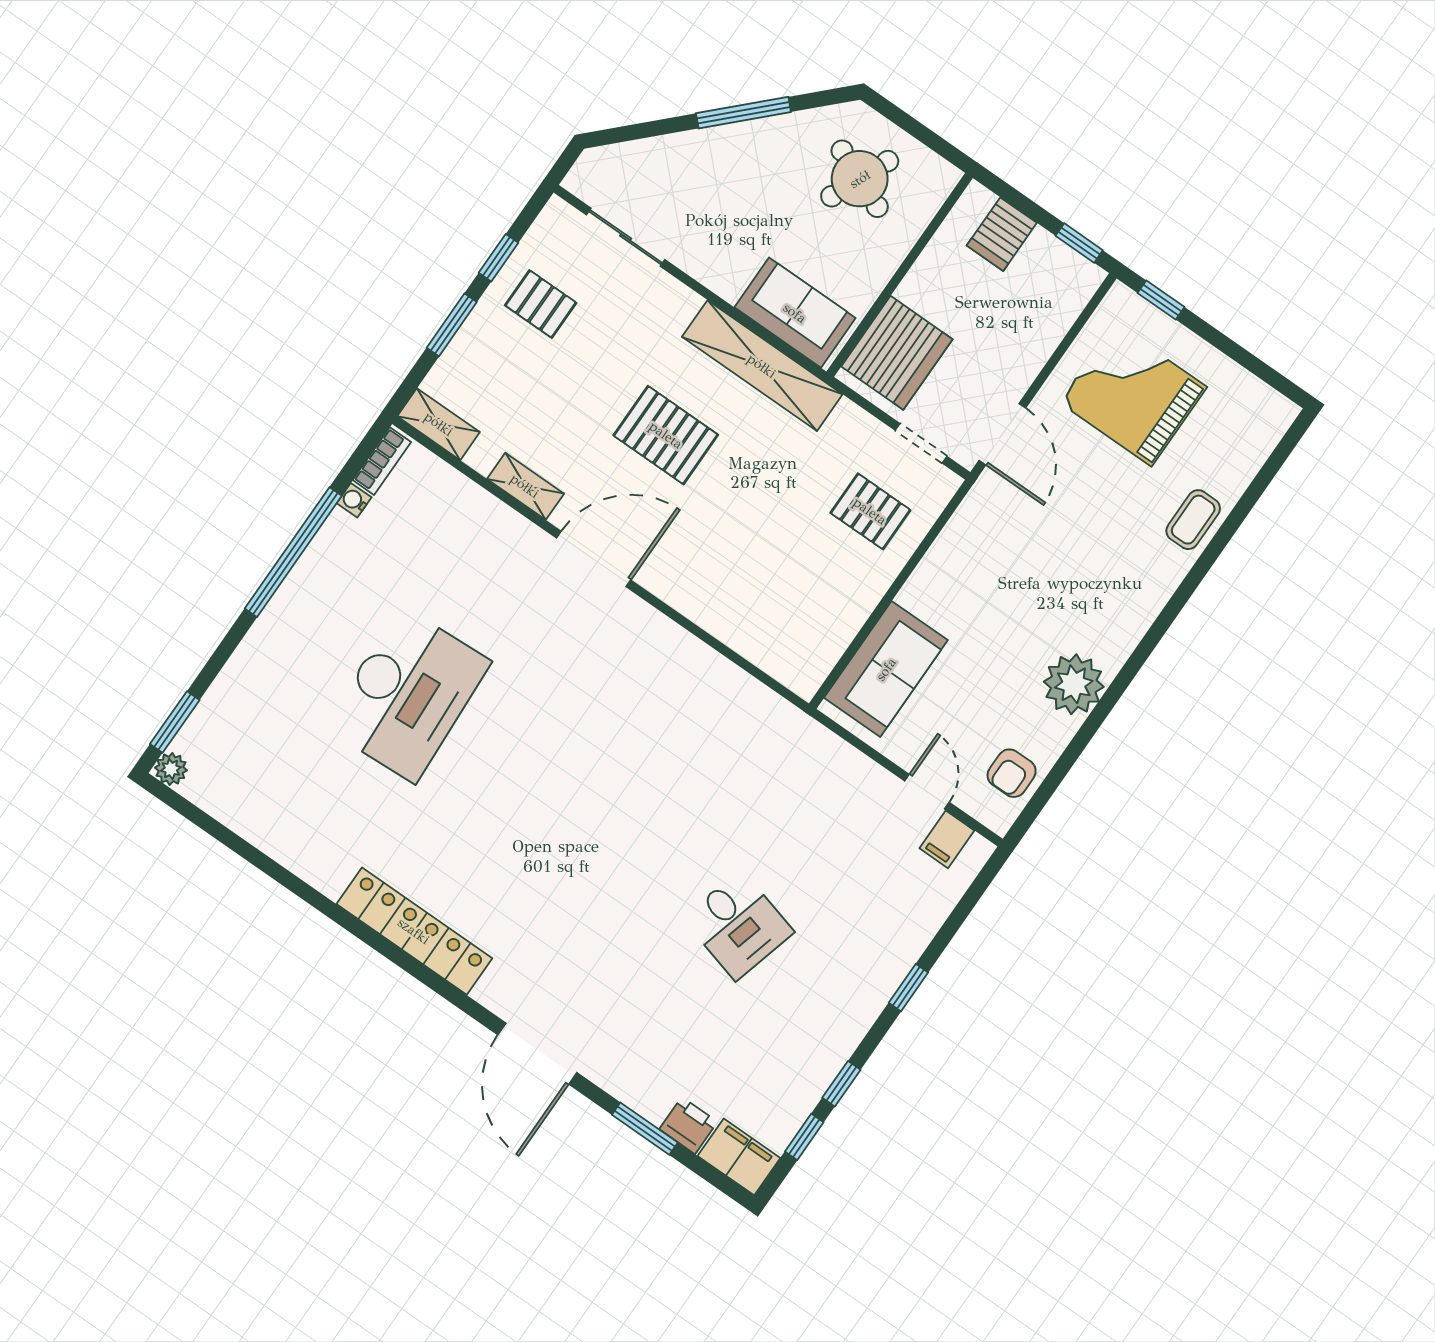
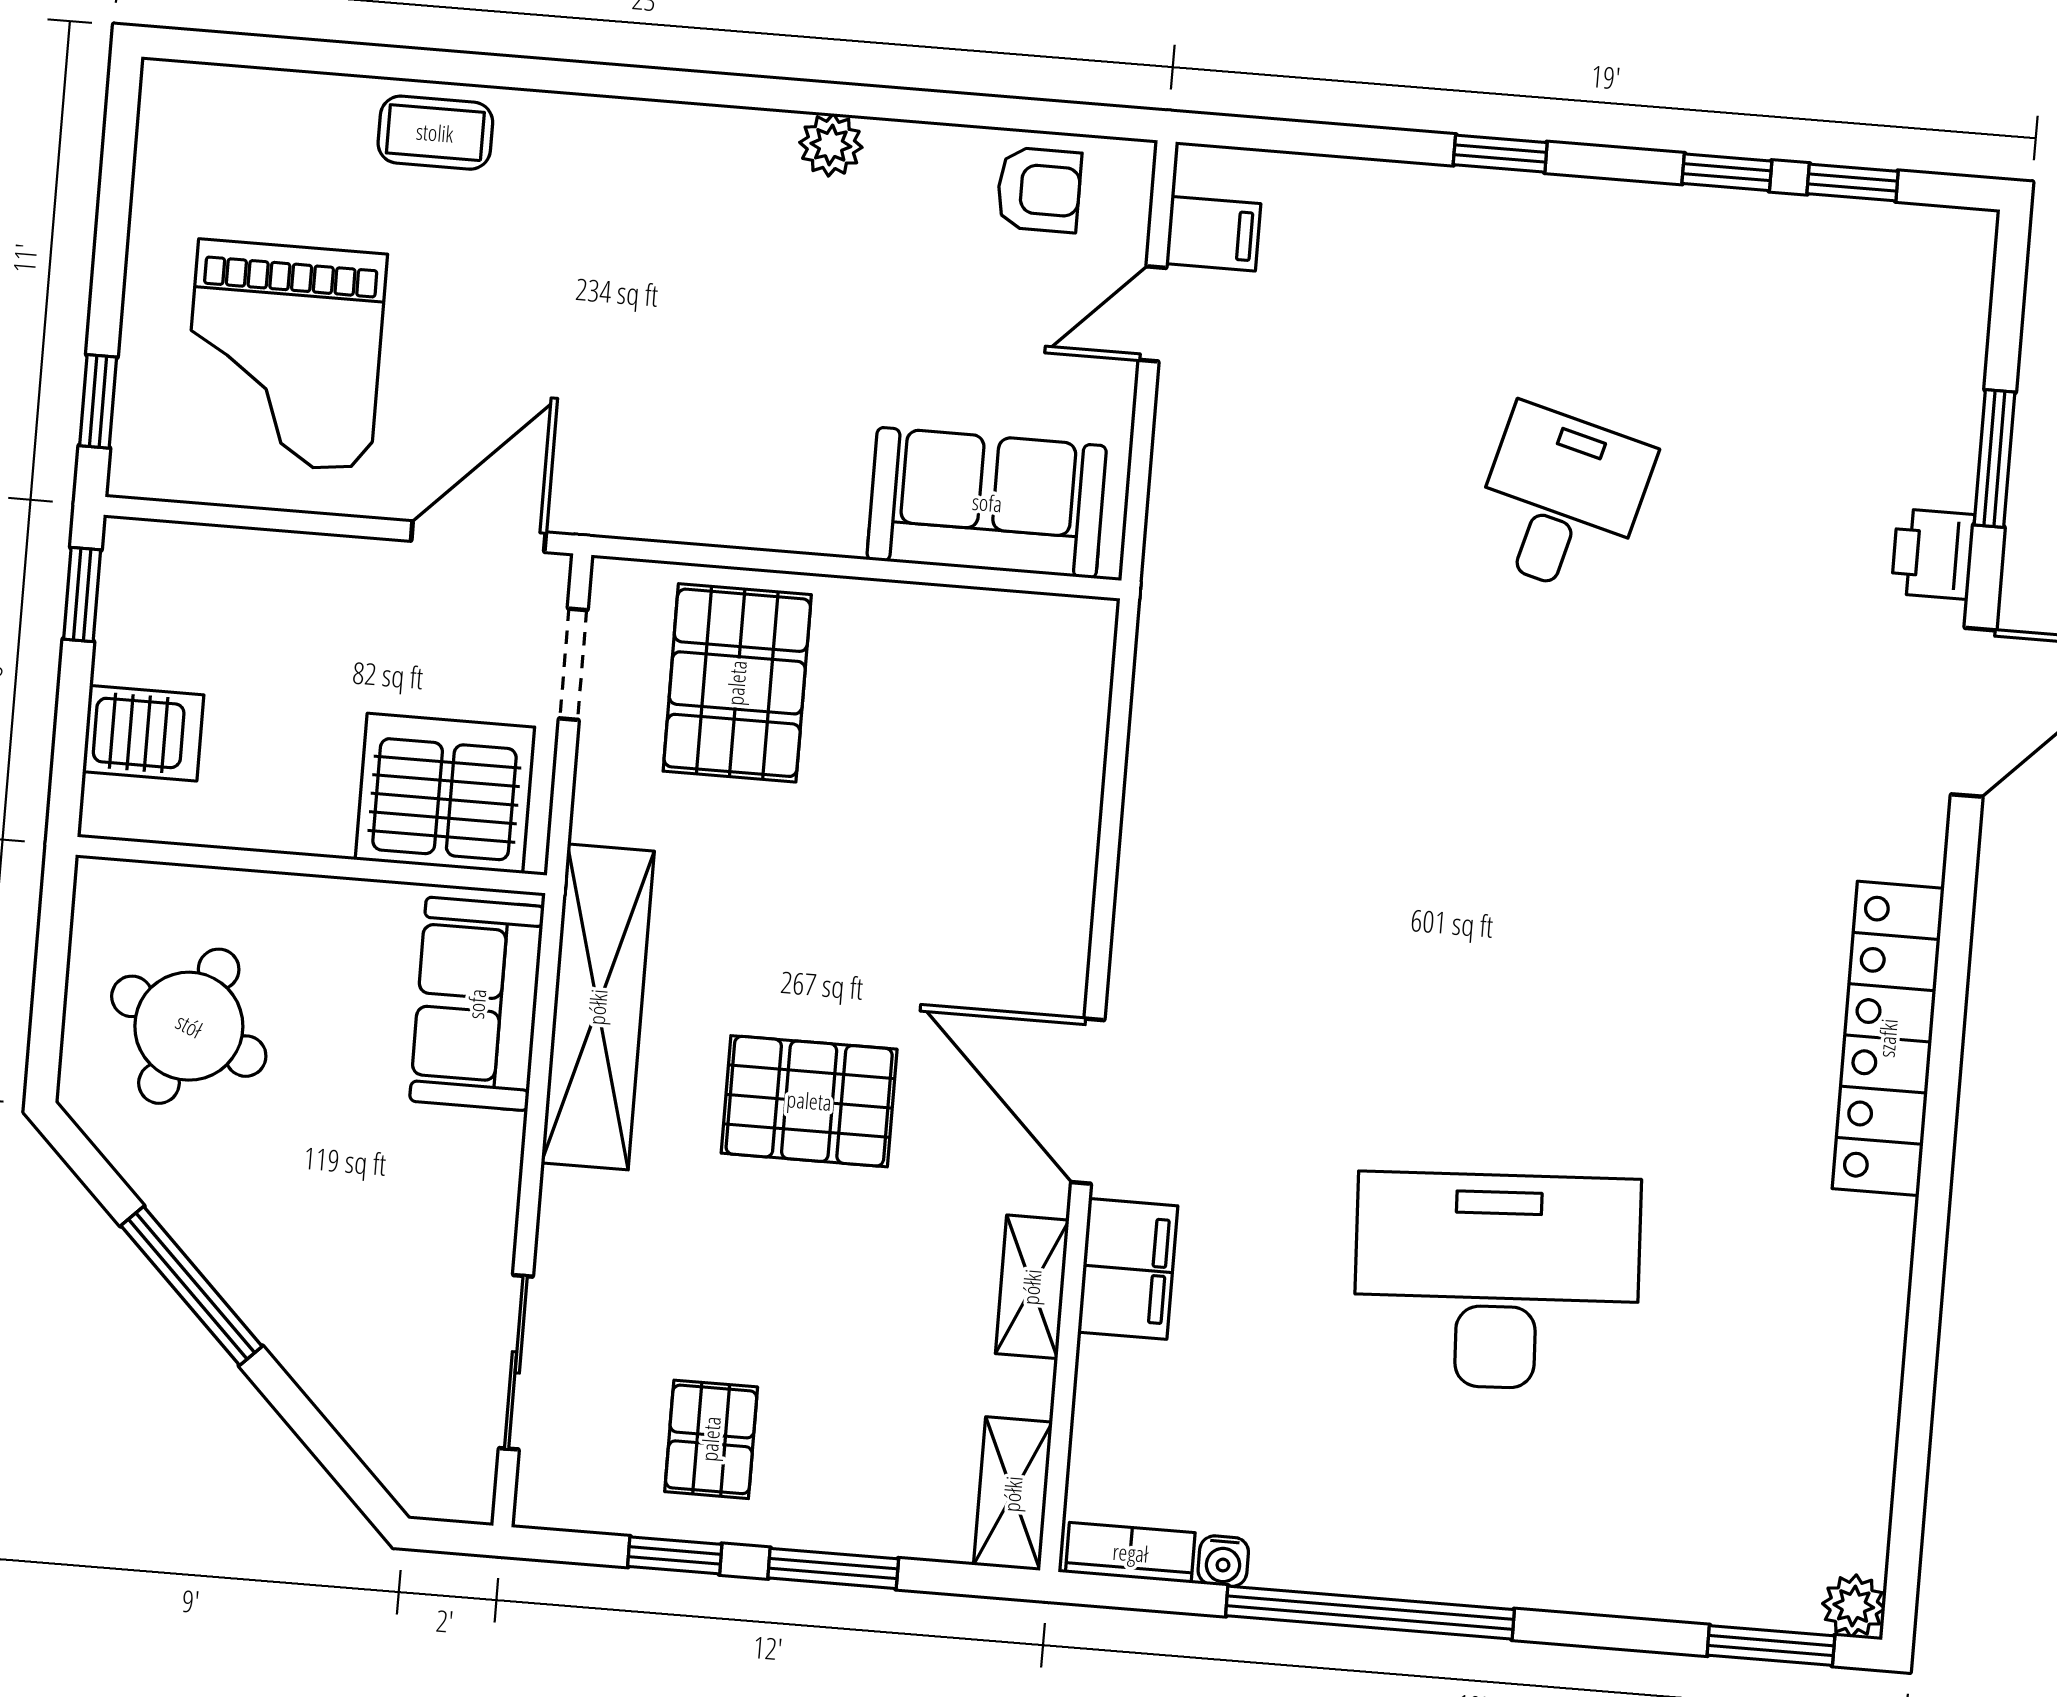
pallet: (666, 435) -> (809, 1101), turned 90
pallet: (870, 511) -> (737, 683), width x1.50, depth x1.42
plant: (1074, 684) -> (831, 145), width x0.53, depth x0.53
printer: (688, 1125) -> (1933, 554), moved
filing cabinet: (739, 1157) -> (1128, 1269), moved, turned 180

